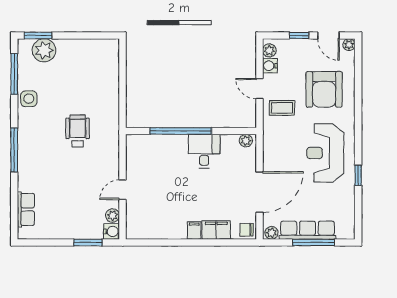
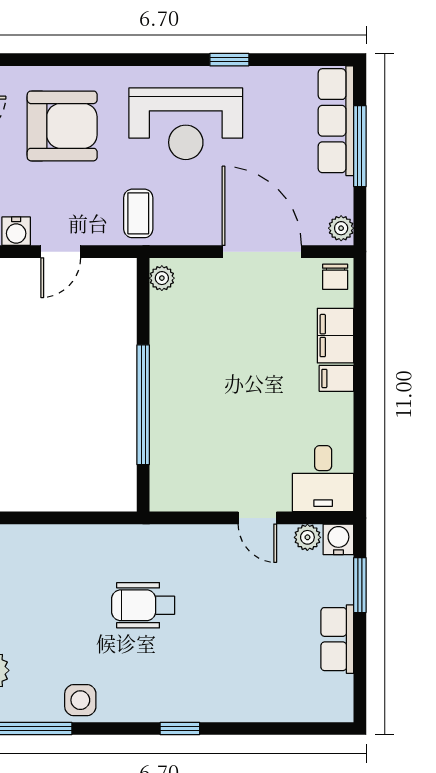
coffee table: (282, 108) -> (138, 213), moved
window: (14, 150) -> (180, 728), width x0.46
desk: (204, 151) -> (323, 479), moved, turned -90
row of seats: (26, 209) -> (337, 639), moved, turned -90
row of seats: (307, 230) -> (336, 121), moved

